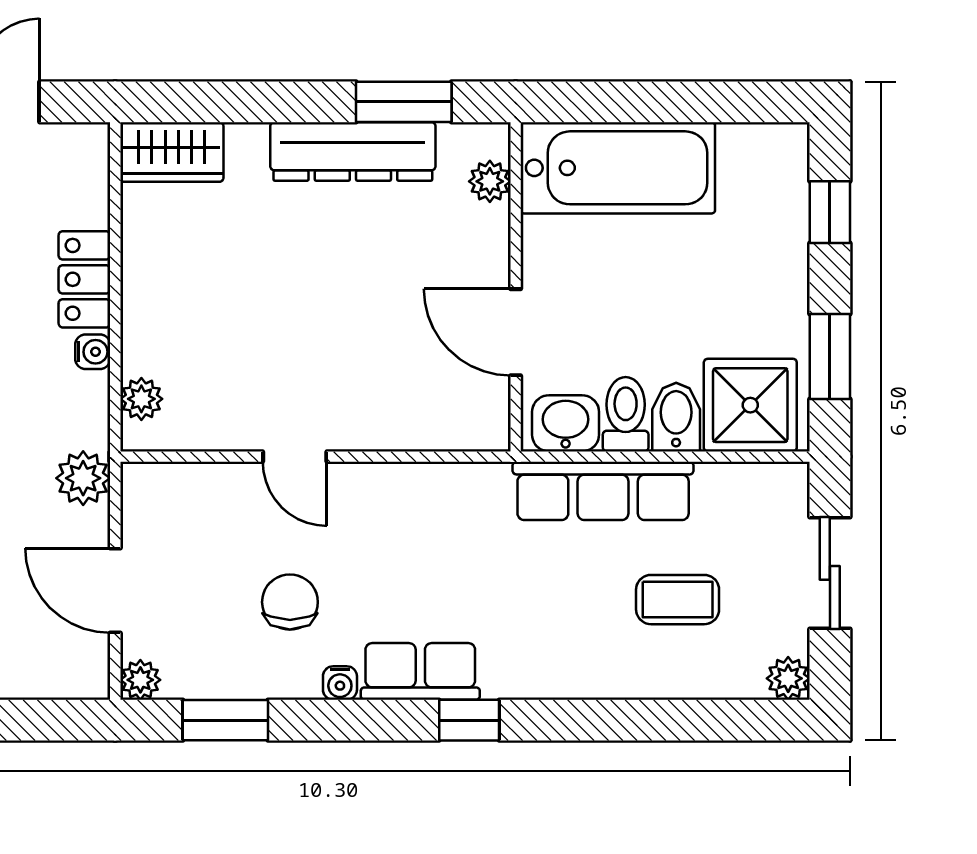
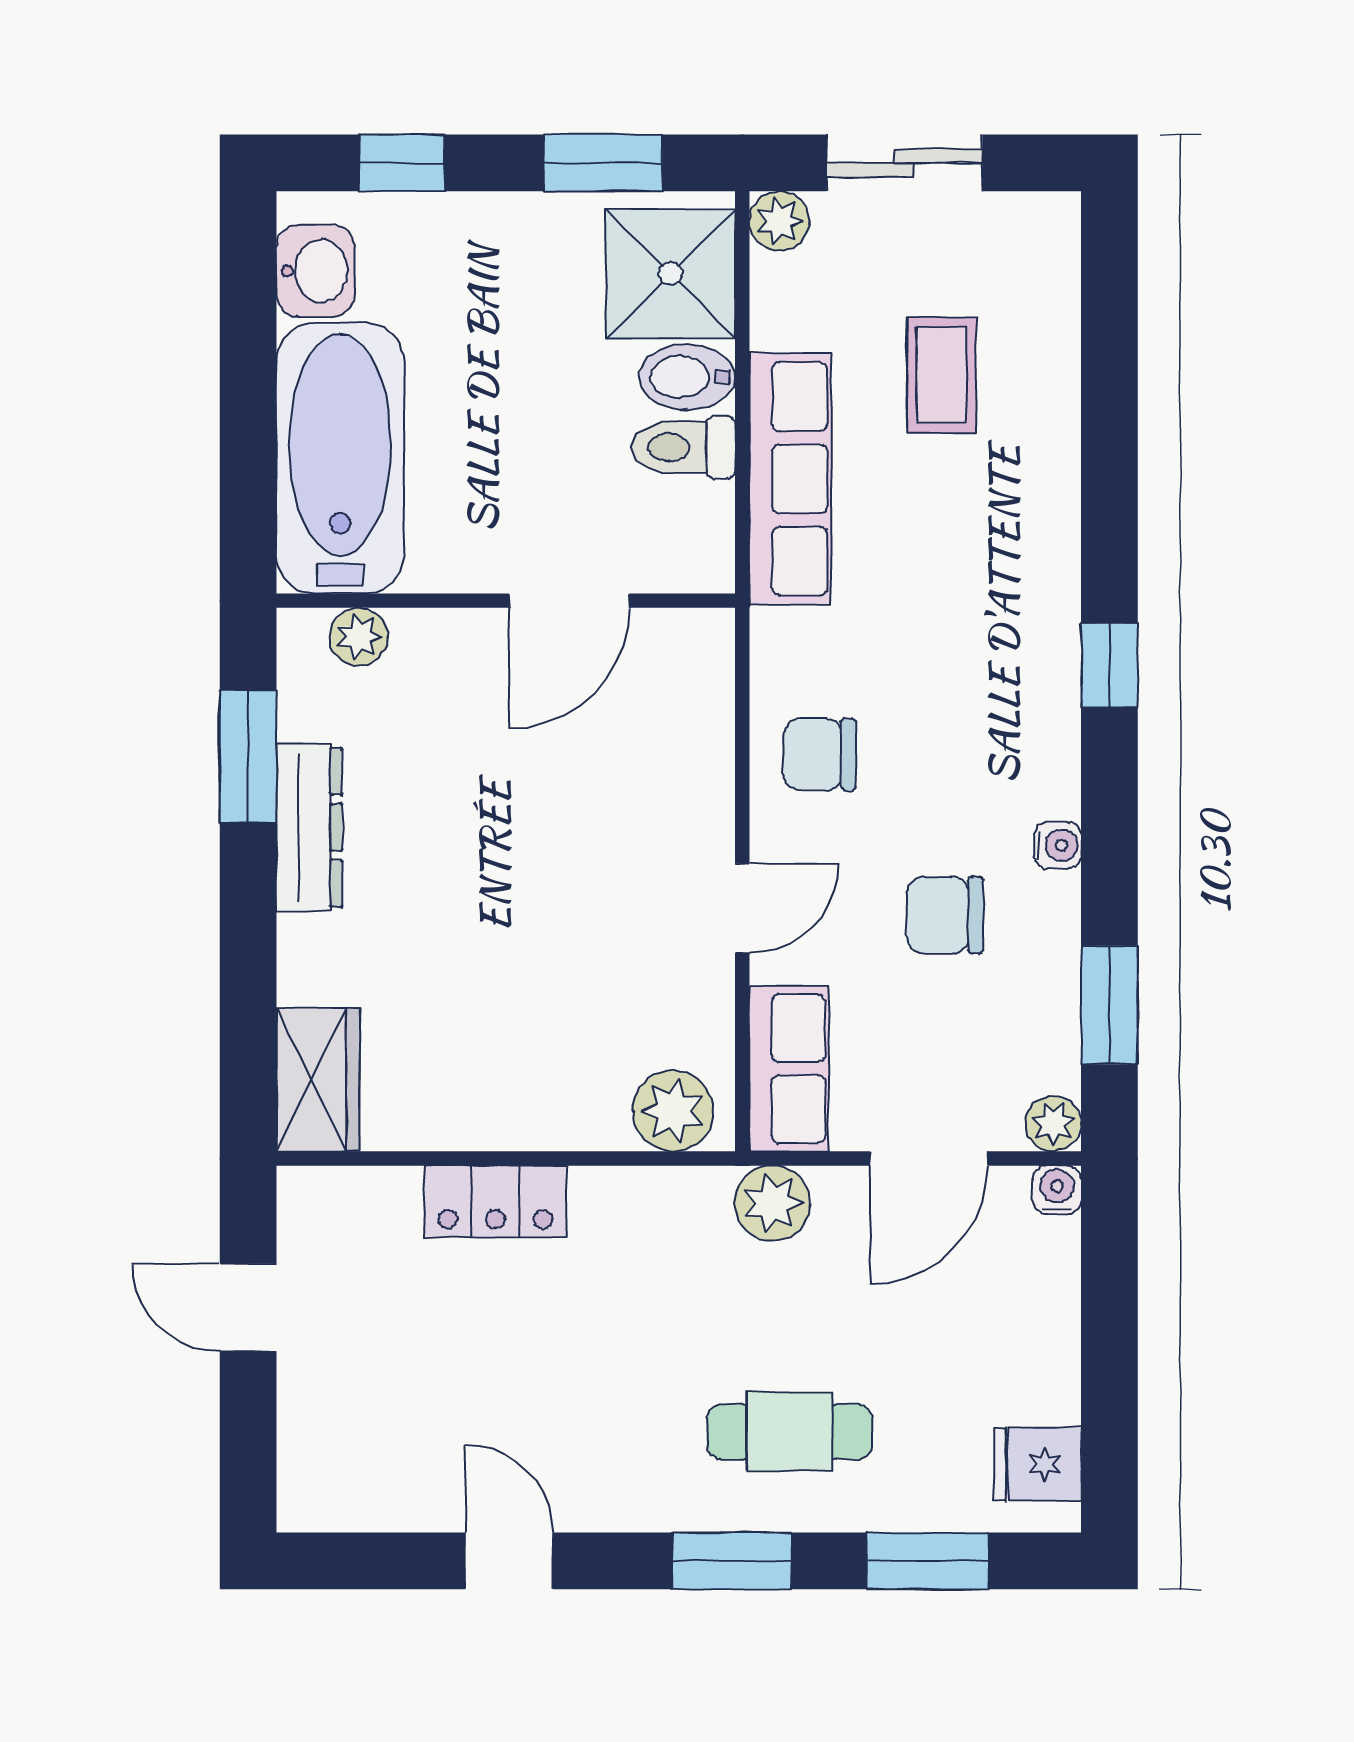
dresser: (353, 152) -> (309, 827), width x0.73, depth x0.80
water cooler: (93, 352) -> (1057, 1190), moved
plant: (141, 399) -> (673, 1111), width x1.38, depth x1.38
washbasin: (566, 423) -> (316, 271), moved, turned 180
chair: (405, 512) -> (820, 754), added
row of seats: (420, 671) -> (789, 1069), moved, turned 180
plant: (788, 678) -> (779, 221), moved

